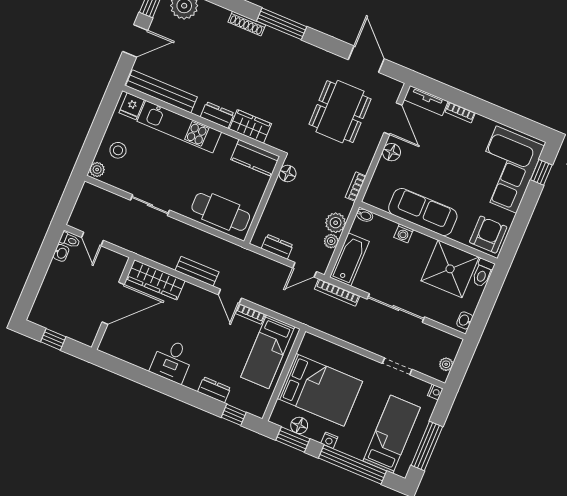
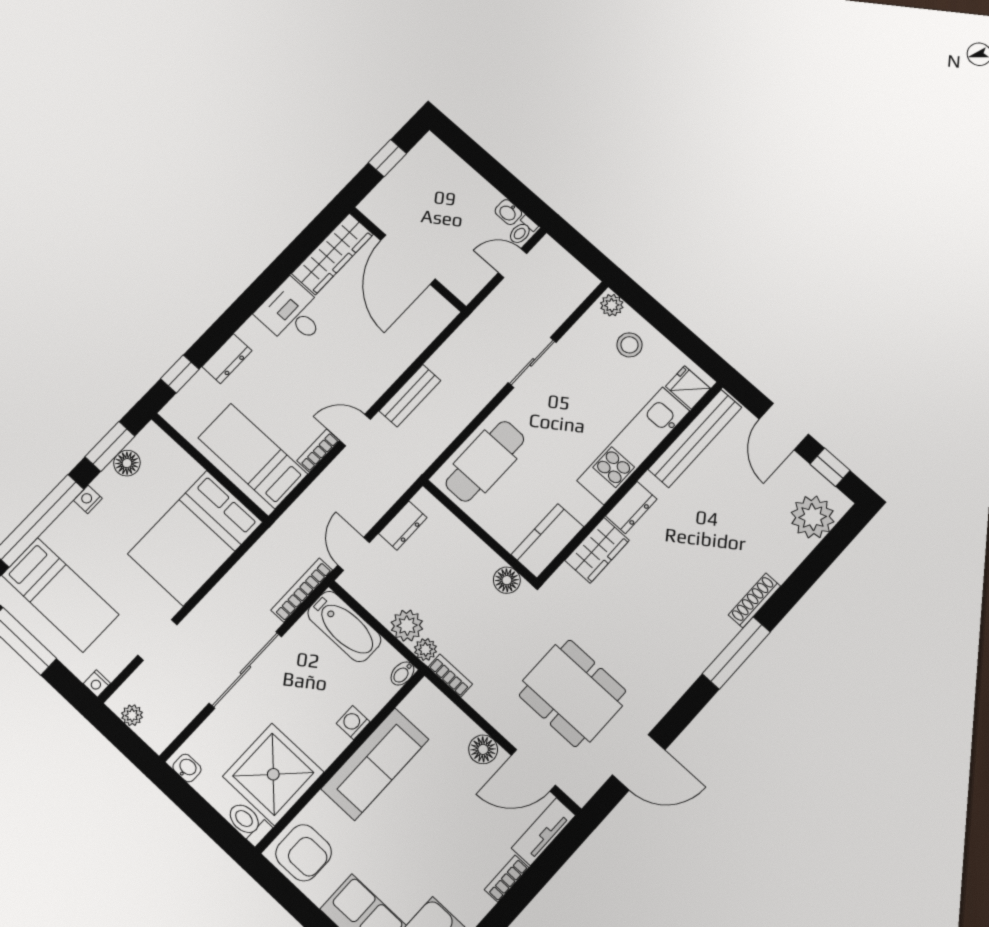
plant: (331, 241) -> (426, 649), moved
wardrobe: (156, 280) -> (332, 254), moved, turned 180
bed: (320, 390) -> (195, 538), moved

